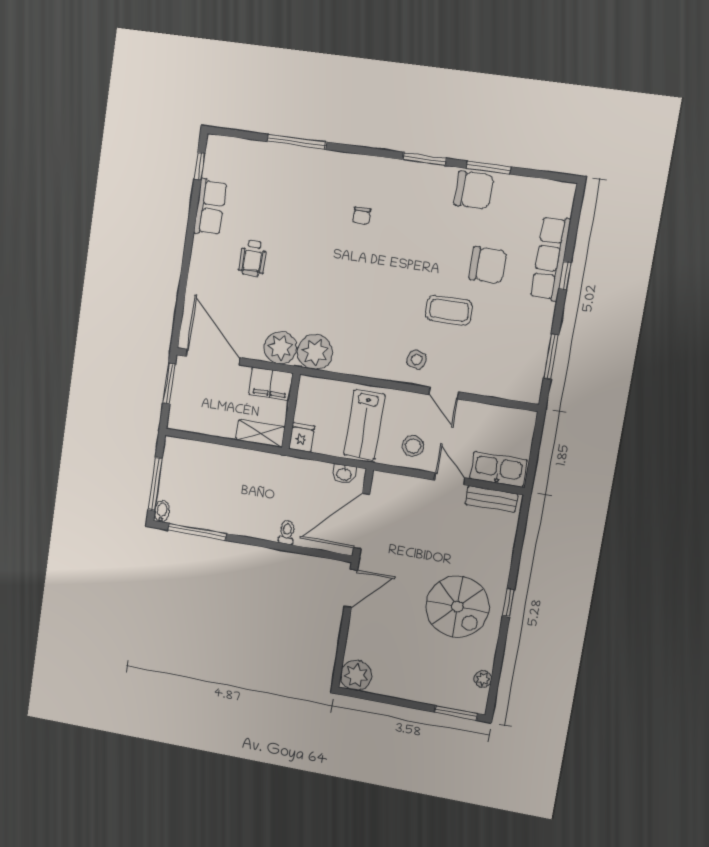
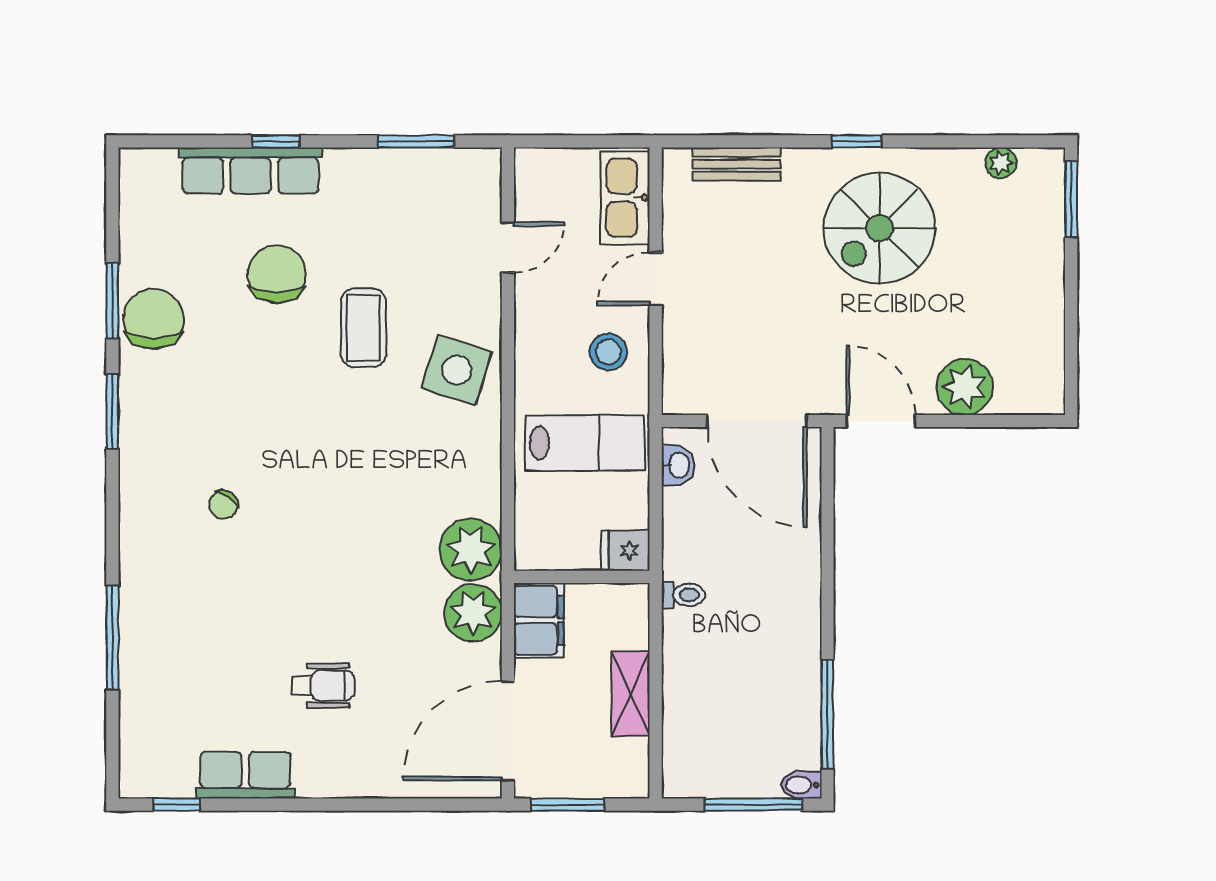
chair: (362, 216) -> (224, 505), turned 124
side table: (417, 360) -> (457, 370), width x1.87, depth x1.87
door: (444, 393) -> (508, 247), moved
shelving: (260, 433) -> (630, 694), moved
bench: (492, 499) -> (737, 164), moved, turned 90
toilet: (287, 532) -> (683, 595), moved, turned 180
spiral stairs: (458, 607) -> (879, 228), turned 180
plant: (356, 675) -> (965, 387), moved

